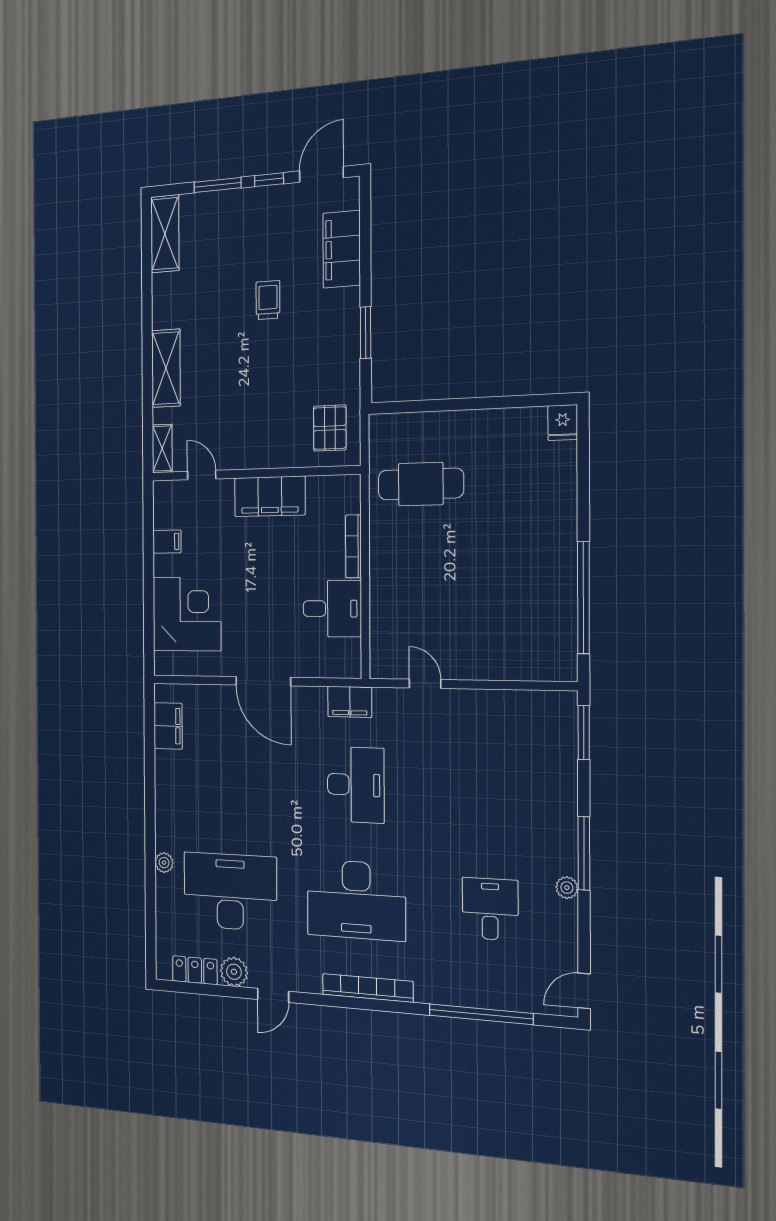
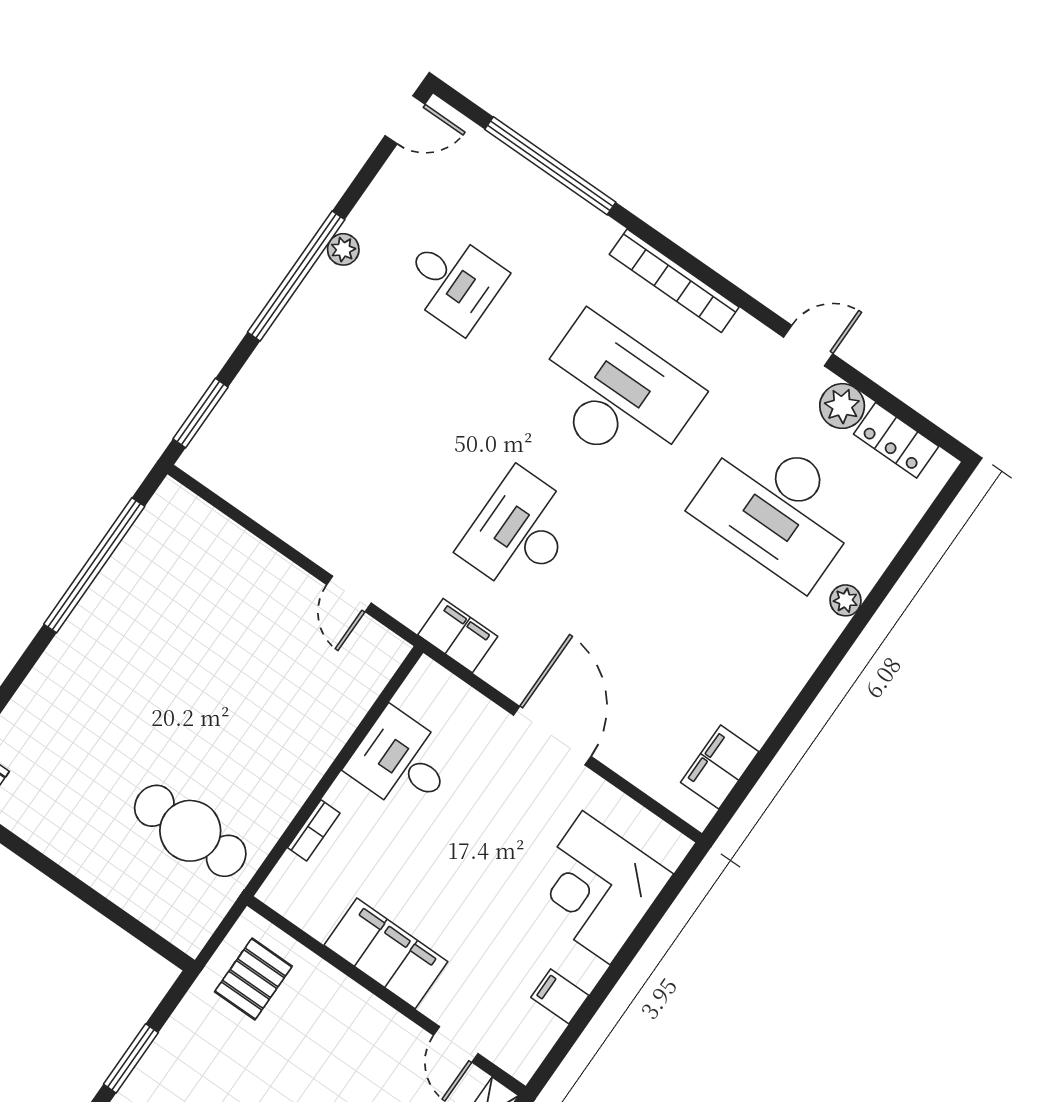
bookcase: (354, 546) -> (314, 830), width x0.64
window: (584, 853) -> (296, 276), width x1.46
desk: (490, 909) -> (453, 281), turned -90

